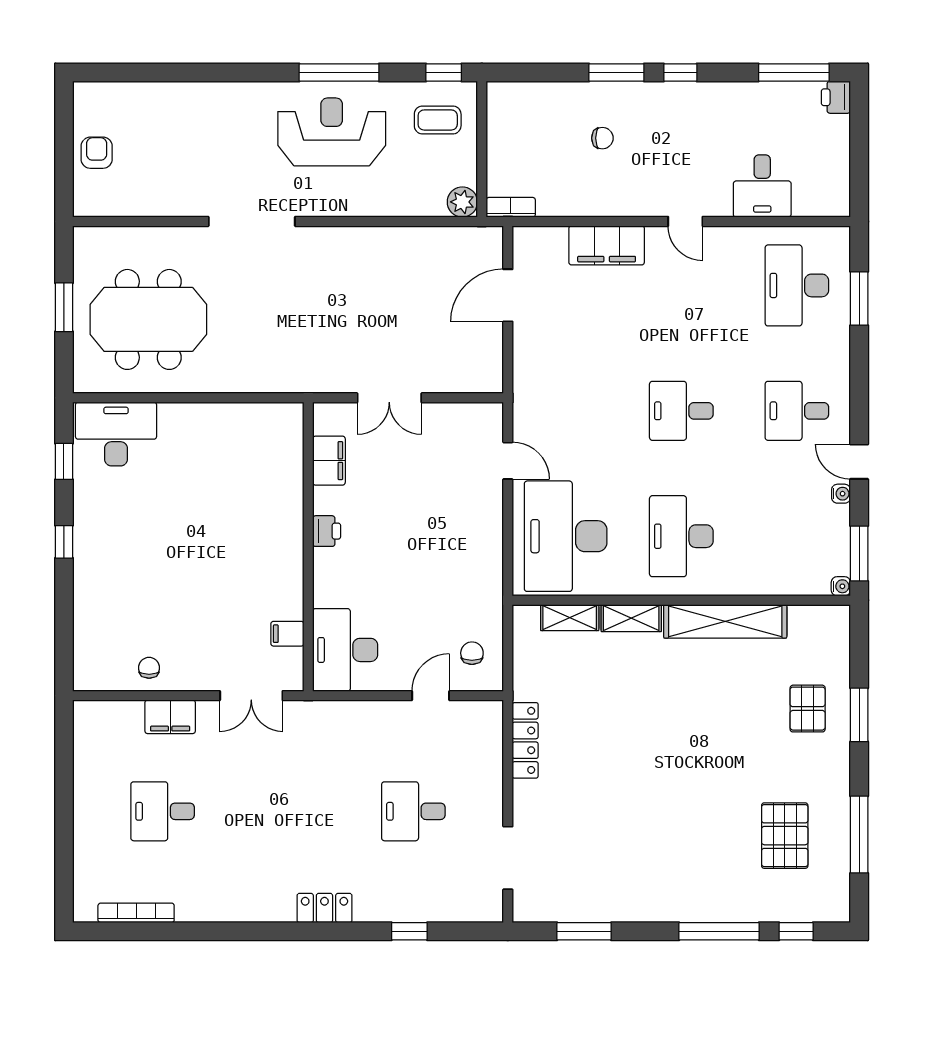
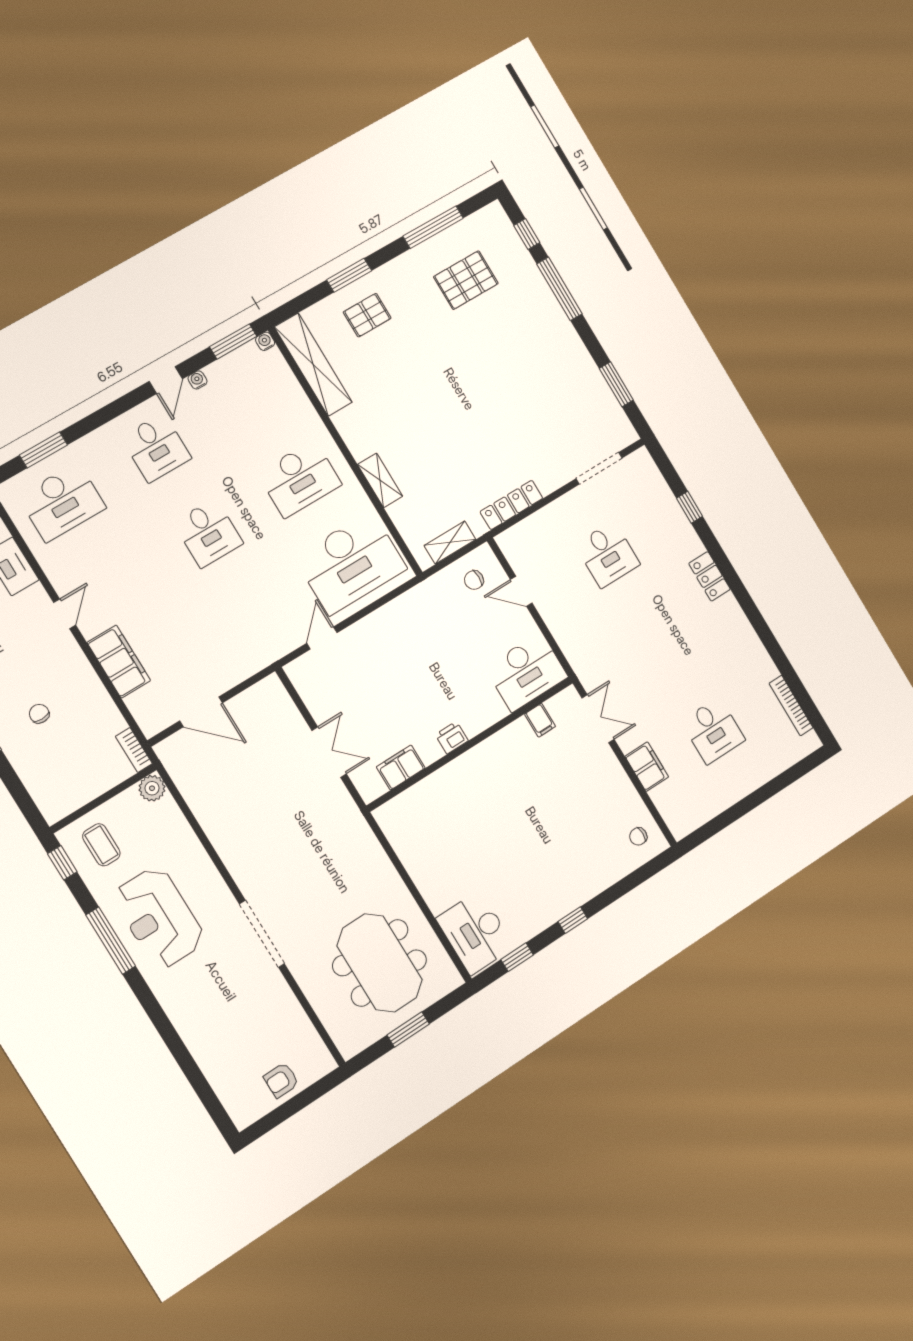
shelving: (570, 618) -> (450, 542), moved, turned 90
shelving: (725, 621) -> (313, 365), moved
chair: (149, 668) -> (638, 836), moved

